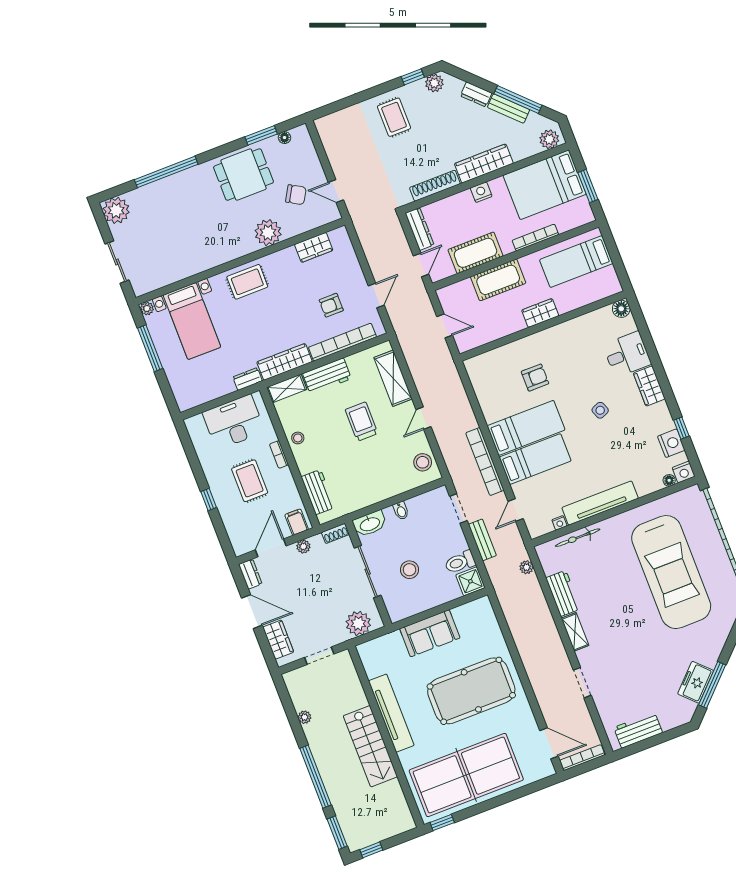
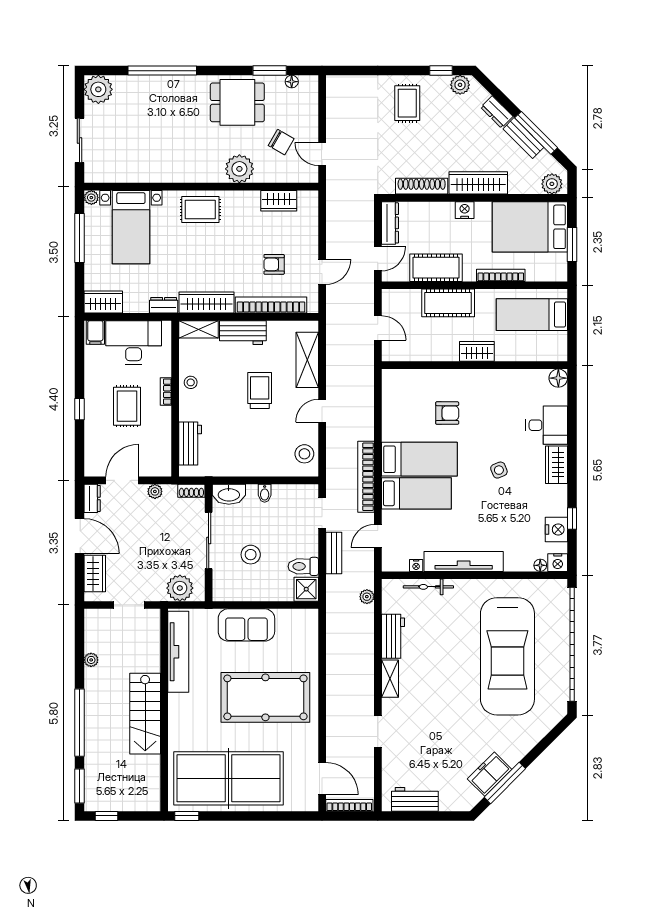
wardrobe: (193, 397) -> (103, 302), added
filing cabinet: (297, 522) -> (95, 332), moved, turned 180
tv unit: (391, 713) -> (178, 652), moved

